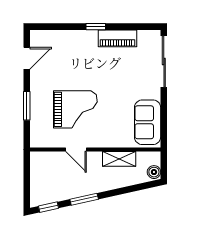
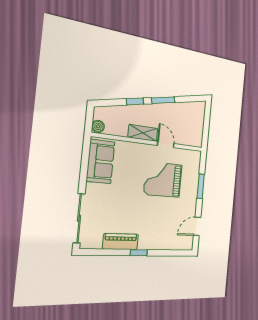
shelving: (119, 159) -> (143, 133), moved
boiler: (154, 172) -> (98, 126), moved
window: (48, 207) -> (135, 101), moved

